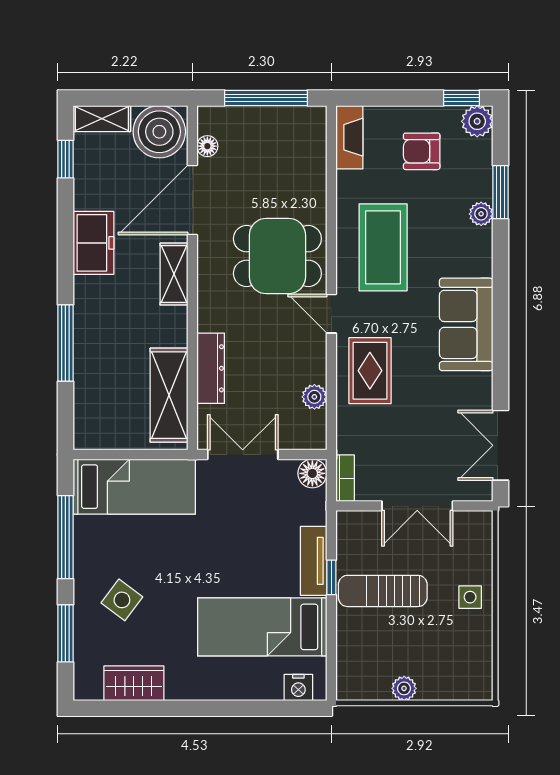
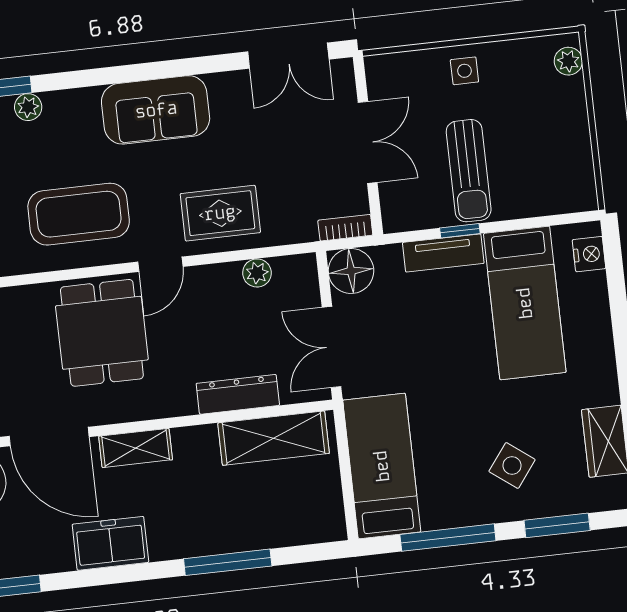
floor lamp: (312, 473) -> (351, 271), width x1.38, depth x1.38
plant: (404, 688) -> (568, 61), moved

